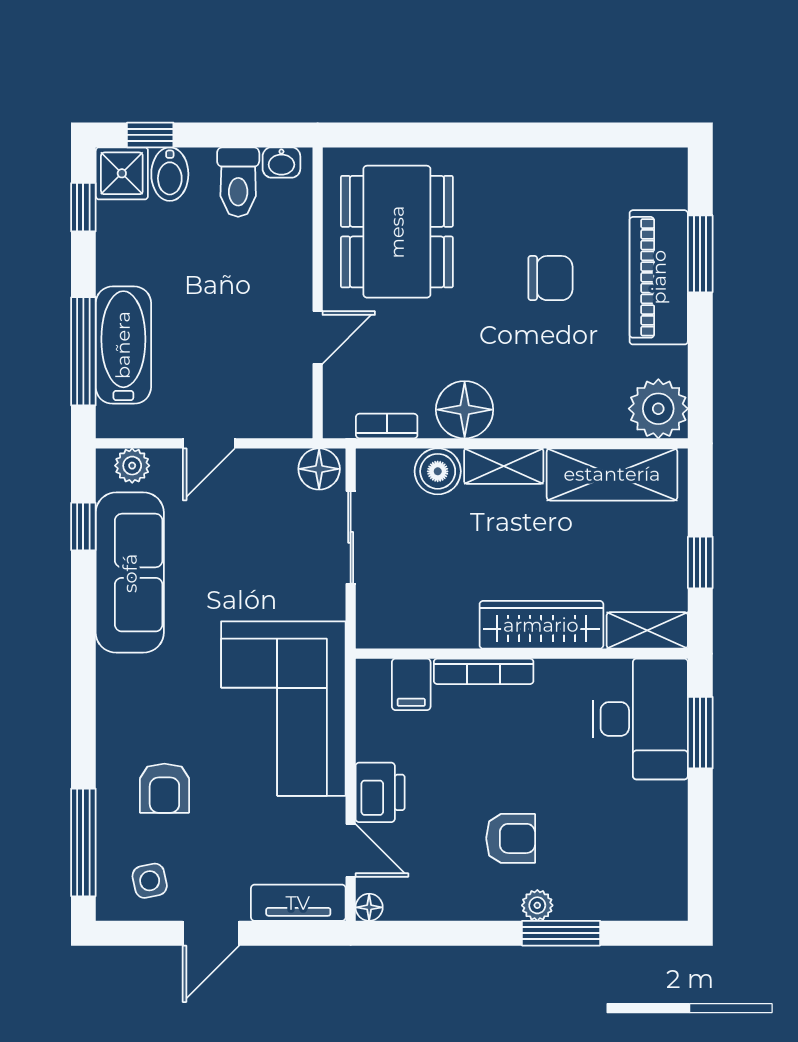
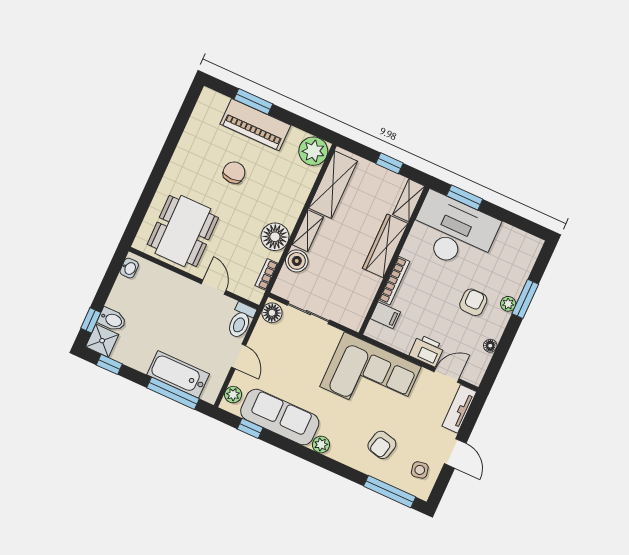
toilet: (238, 182) -> (241, 321), moved, turned 90
dining table: (397, 232) -> (183, 231), turned 90
plant: (113, 673) -> (321, 445), added
desk: (640, 719) -> (453, 232), width x1.36, depth x1.30
armchair: (164, 788) -> (382, 445), turned 103
floor lamp: (369, 907) -> (490, 346), moved

